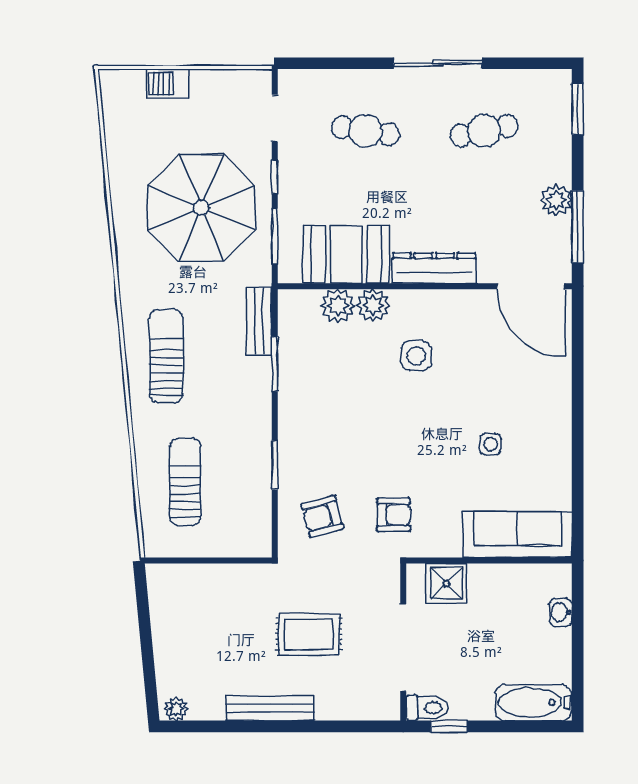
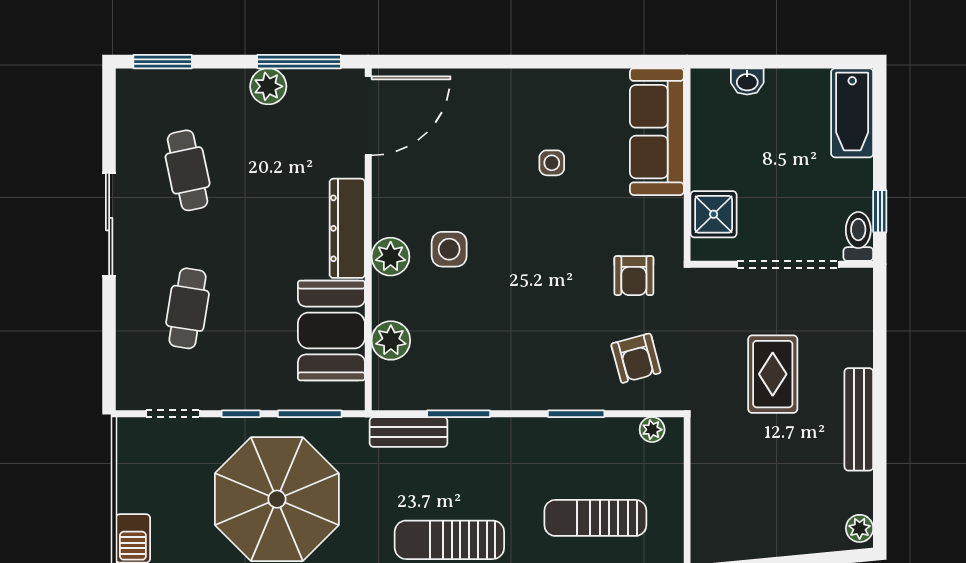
plant: (373, 305) -> (391, 257), moved
armchair: (394, 515) -> (634, 276), turned 180
plant: (261, 530) -> (652, 430), added

